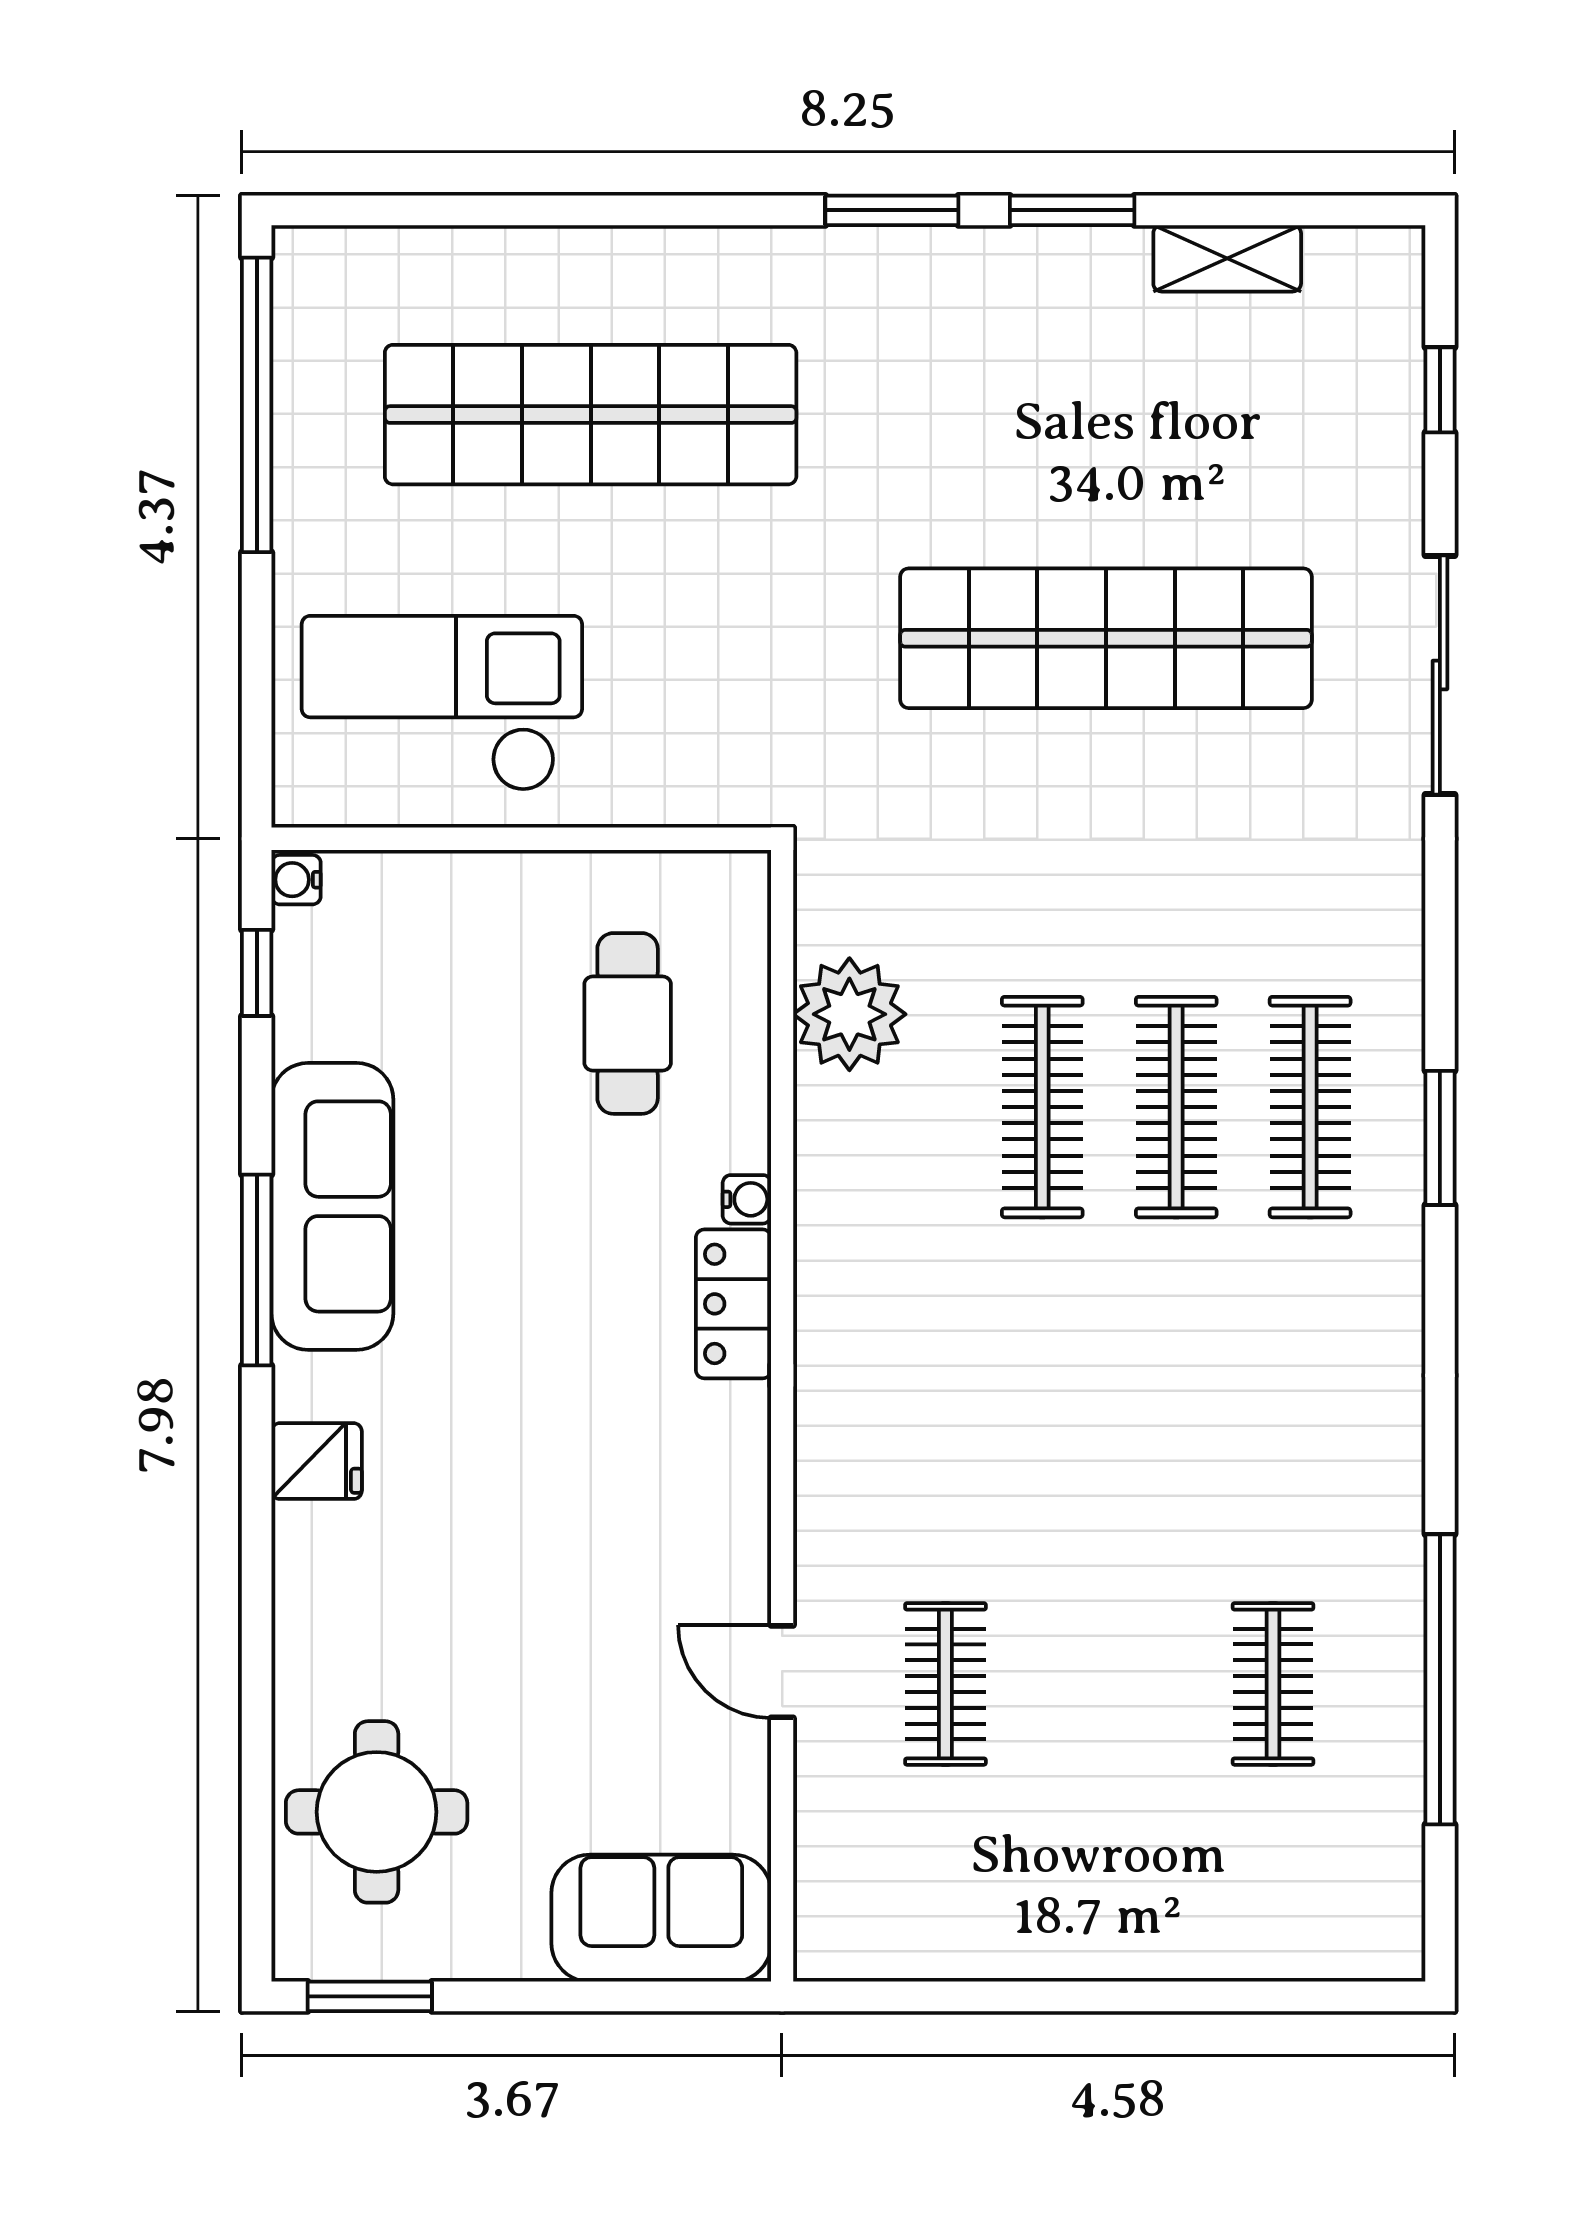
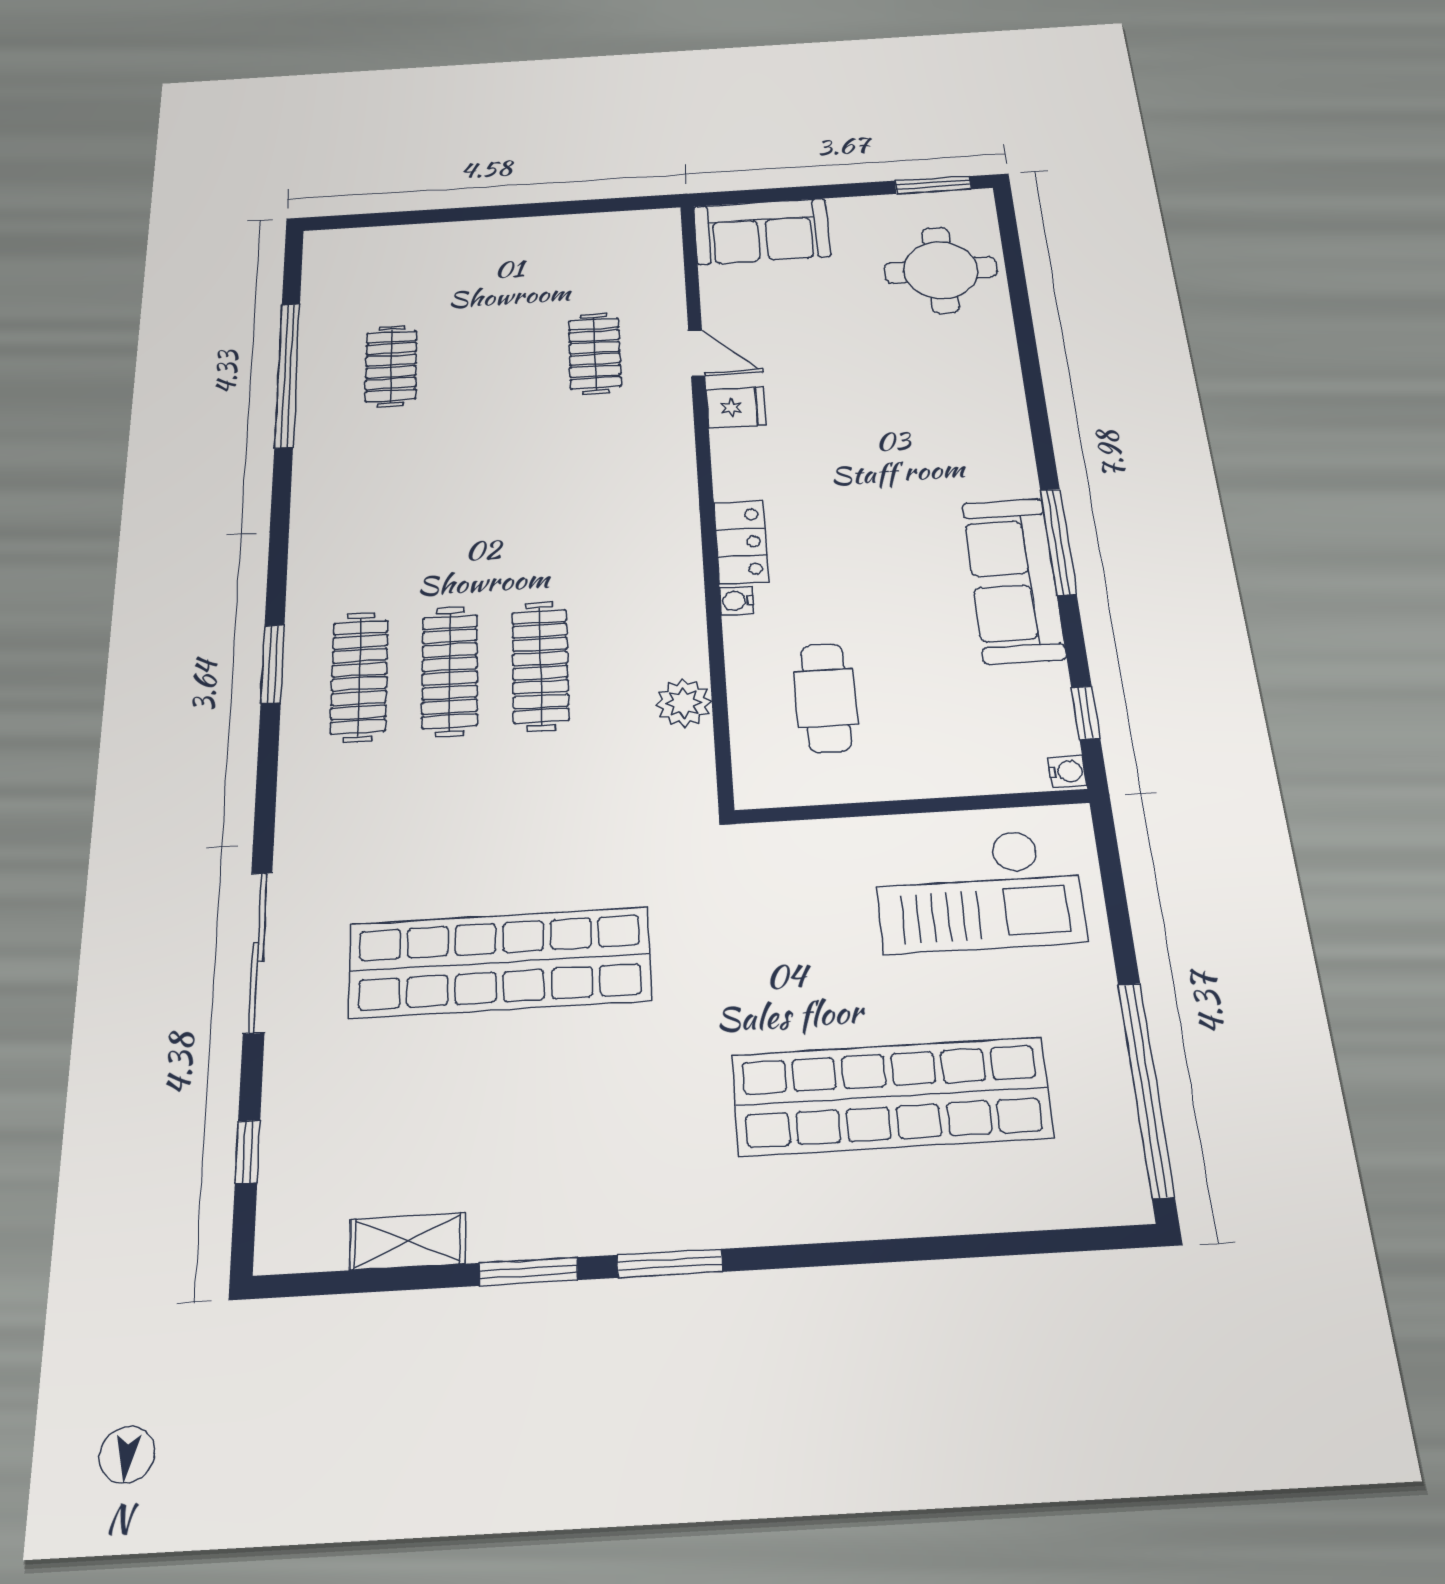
plant: (849, 1014) -> (684, 703), width x0.73, depth x0.73
fridge: (317, 1461) -> (736, 407), moved, turned 180

